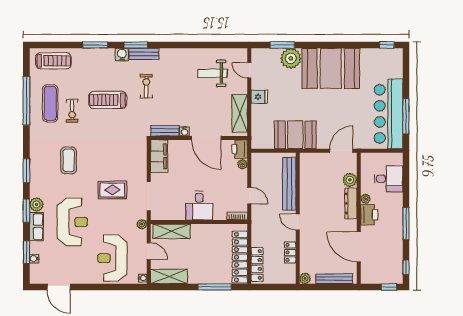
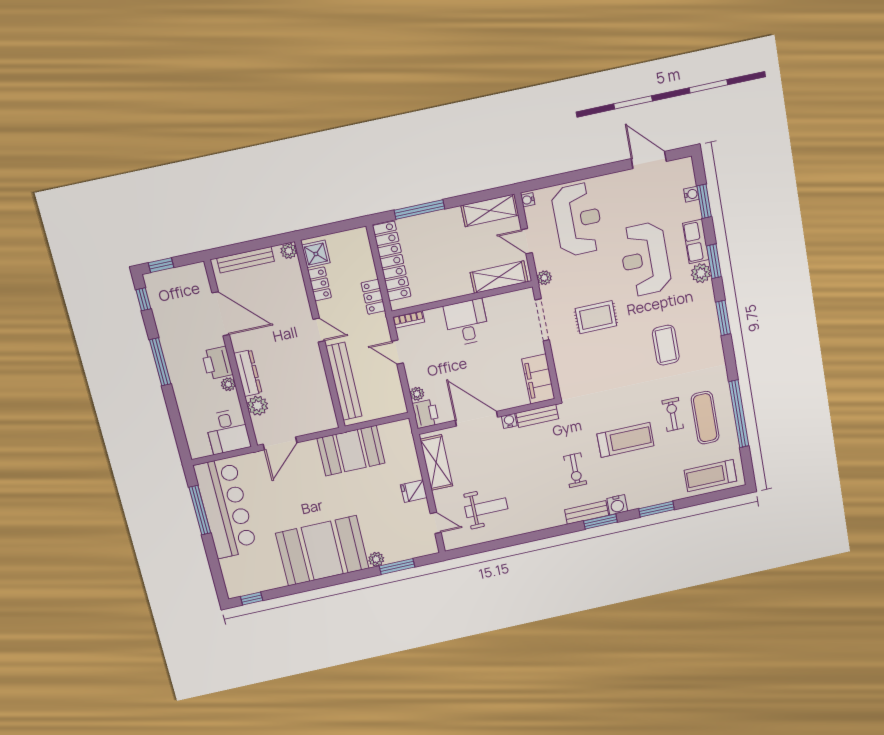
plant: (291, 58) -> (376, 559), width x0.53, depth x0.53
desk: (389, 179) -> (228, 431), moved, turned -90
locker: (257, 264) -> (373, 297), moved, width x0.66
shower: (288, 273) -> (316, 254), added

